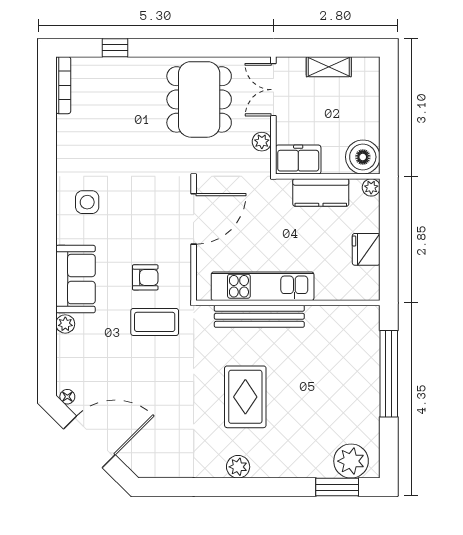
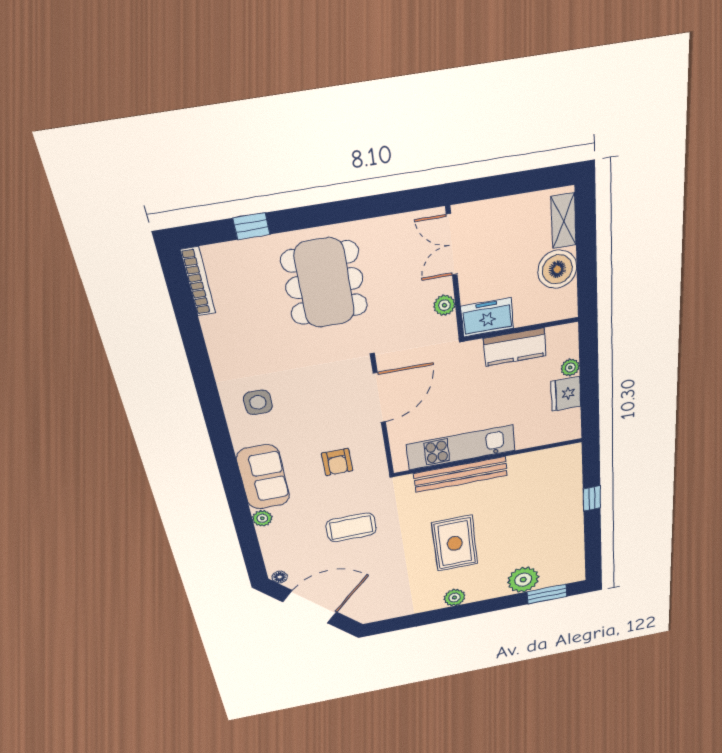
shelving: (329, 67) -> (564, 221), moved, turned 90
dining table: (199, 99) -> (325, 283), moved
boiler: (363, 157) -> (557, 269), moved
plant: (371, 187) -> (570, 367), moved
armchair: (145, 277) -> (337, 462), turned 90
coffee table: (155, 322) -> (351, 527), moved
window: (389, 374) -> (592, 498), width x0.32
plant: (351, 461) -> (523, 580), moved

